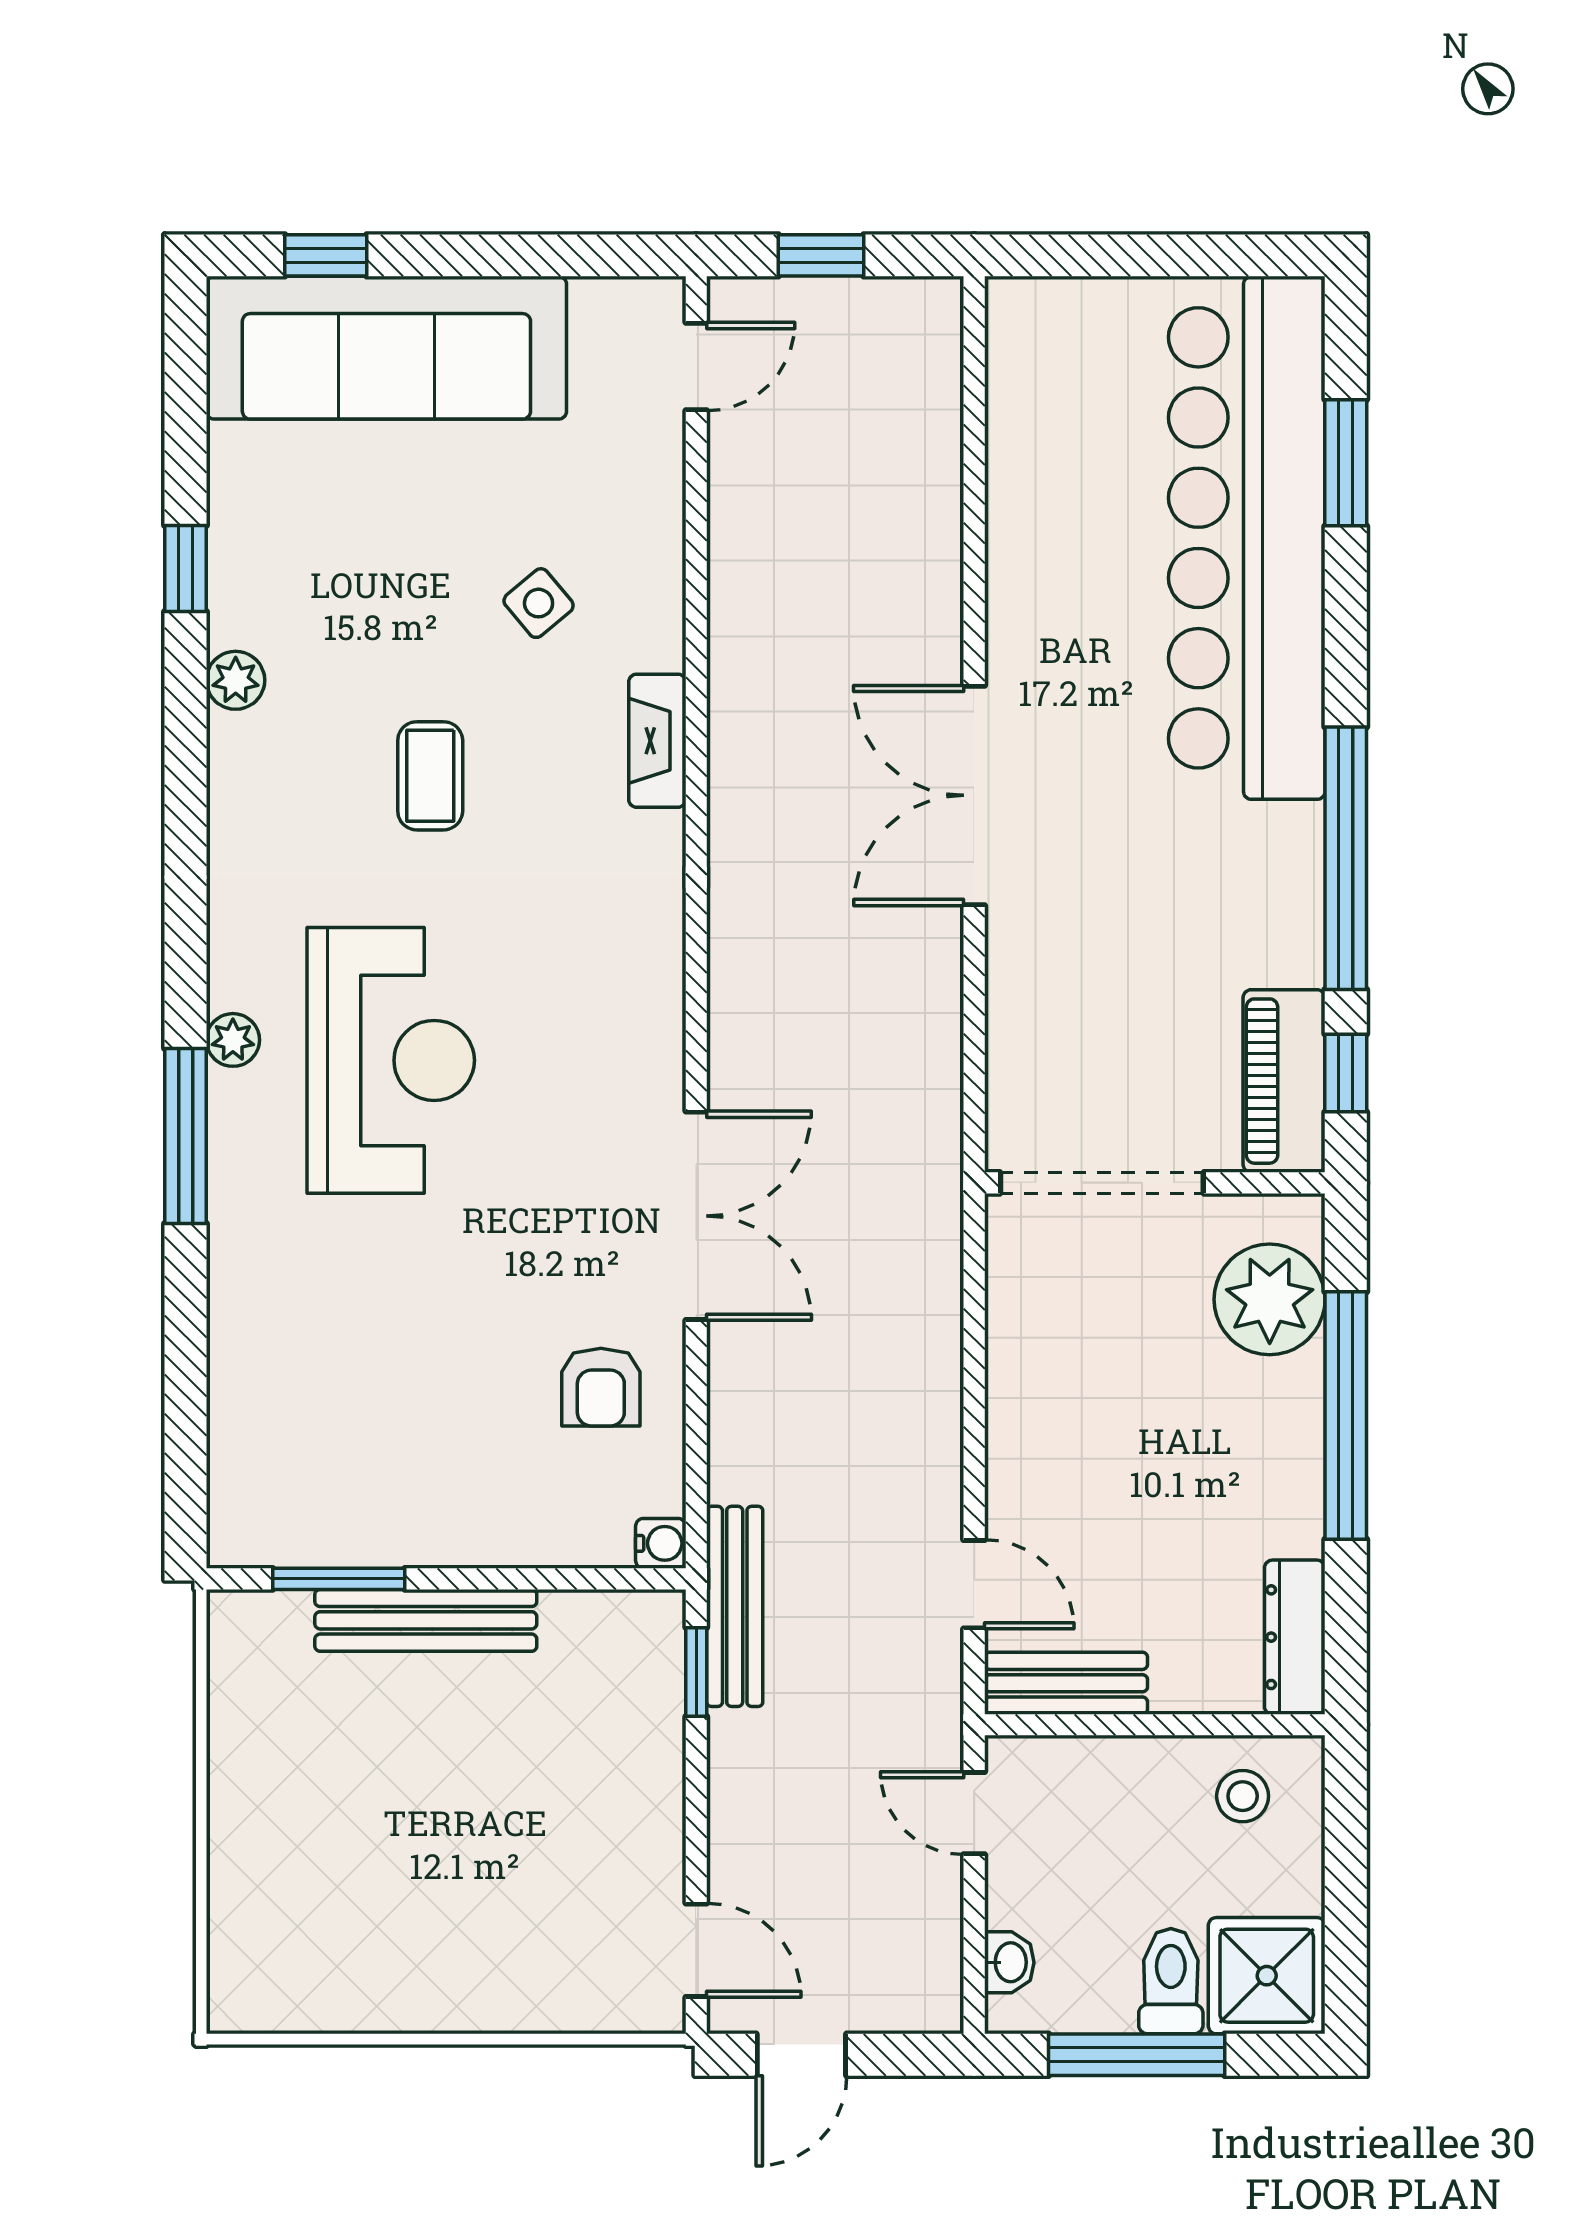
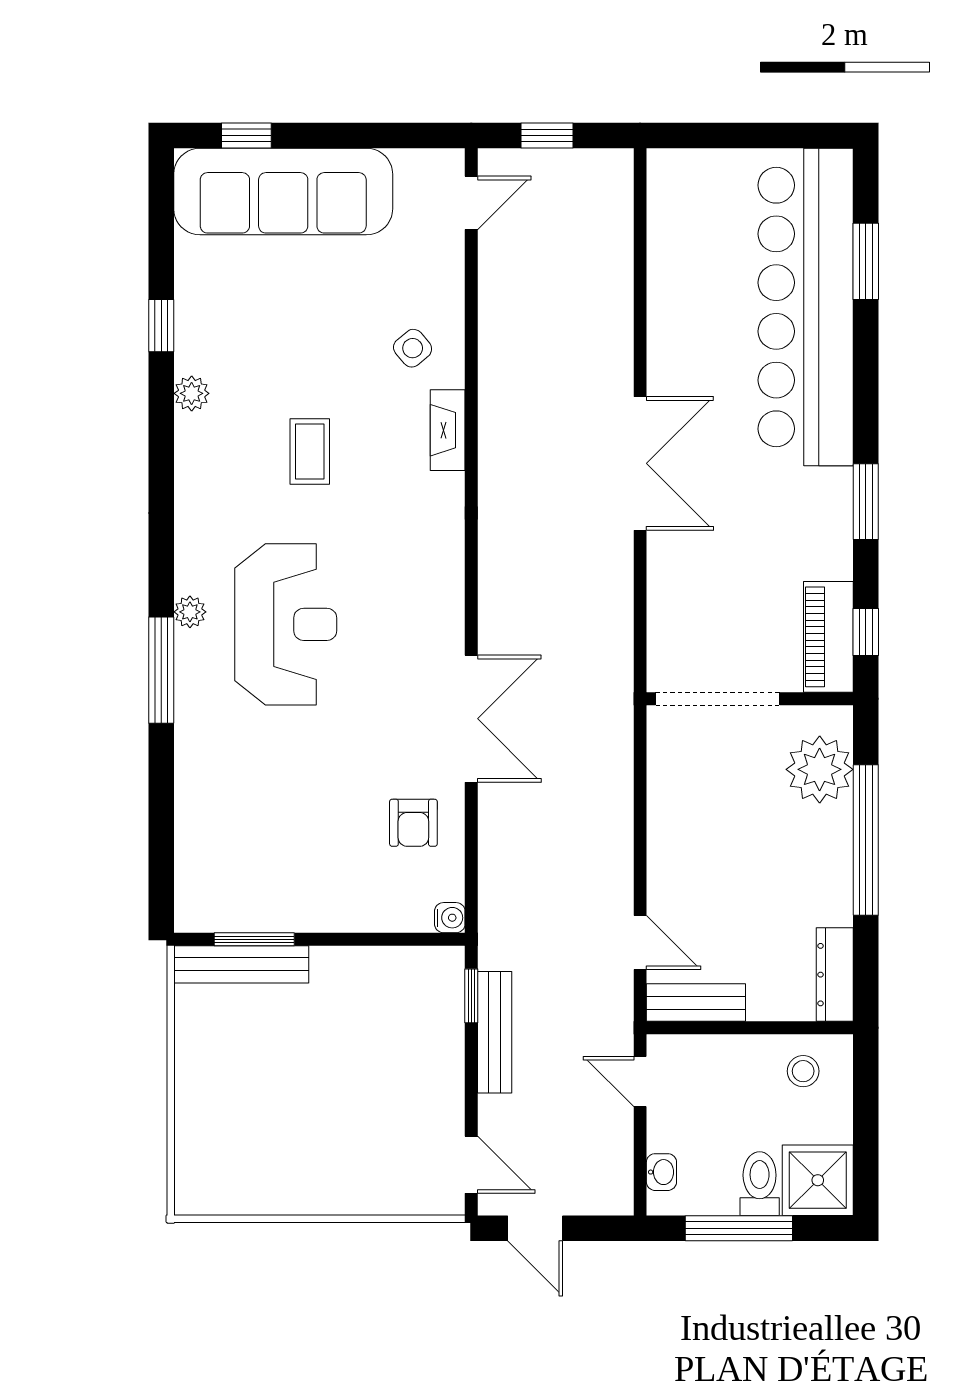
side table: (539, 603) -> (413, 348), moved
double door: (974, 795) -> (640, 463), swing flipped
window: (1346, 858) -> (866, 502), width x0.47
bench: (735, 1606) -> (495, 1032), moved
bench: (426, 1620) -> (241, 964), moved
door: (801, 2055) -> (535, 1228), hinge flipped

